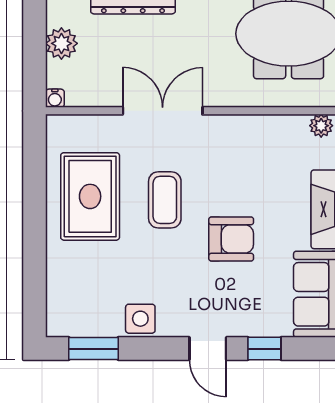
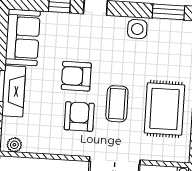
armchair: (223, 176) -> (79, 116), added

